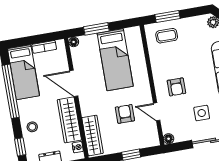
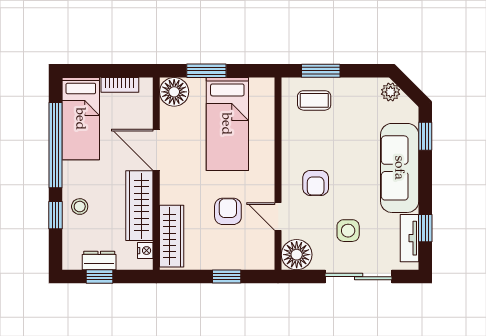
floor lamp: (74, 42) -> (174, 92), width x1.89, depth x1.89
floor lamp: (169, 139) -> (297, 255), width x1.89, depth x1.89
window: (20, 147) -> (56, 215), moved

